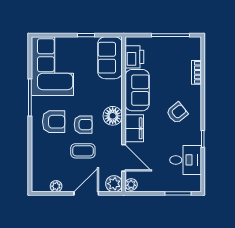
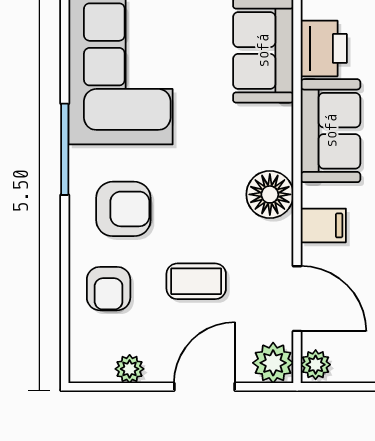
armchair: (83, 125) -> (109, 289), moved, turned 90
filing cabinet: (134, 128) -> (323, 225), width x0.50

